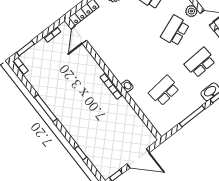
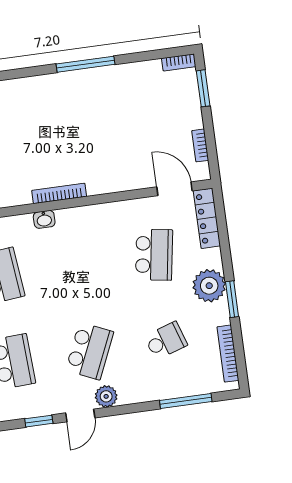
school desk: (114, 27) -> (154, 255), added
school desk: (175, 31) -> (90, 351), turned 45

